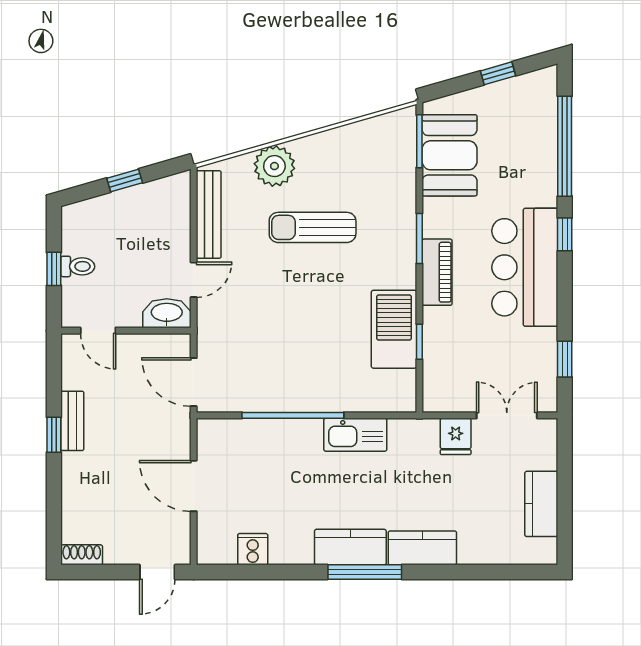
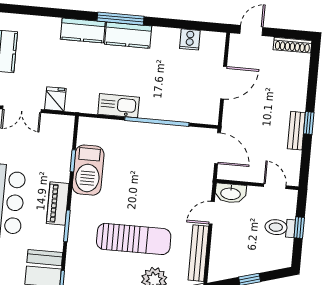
sun lounger: (313, 227) -> (134, 239), width x1.36, depth x1.34
toilet: (78, 266) -> (280, 227), width x1.37, depth x1.39
door: (194, 486) -> (224, 83), hinge flipped
shoe rack: (82, 555) -> (292, 45), width x1.43

